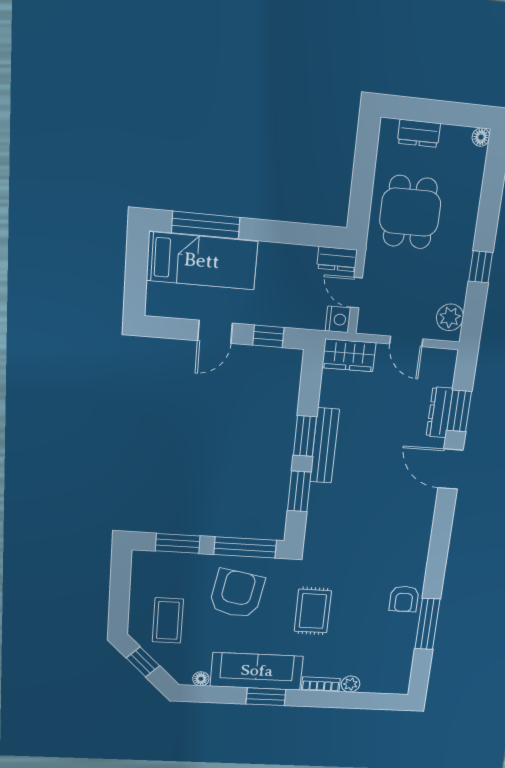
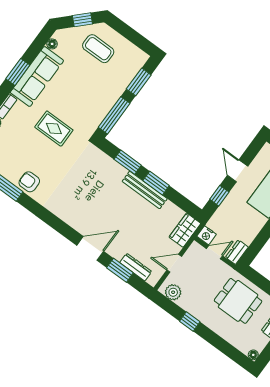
dresser: (439, 412) -> (136, 267), moved
armchair: (237, 594) -> (90, 95), removed

